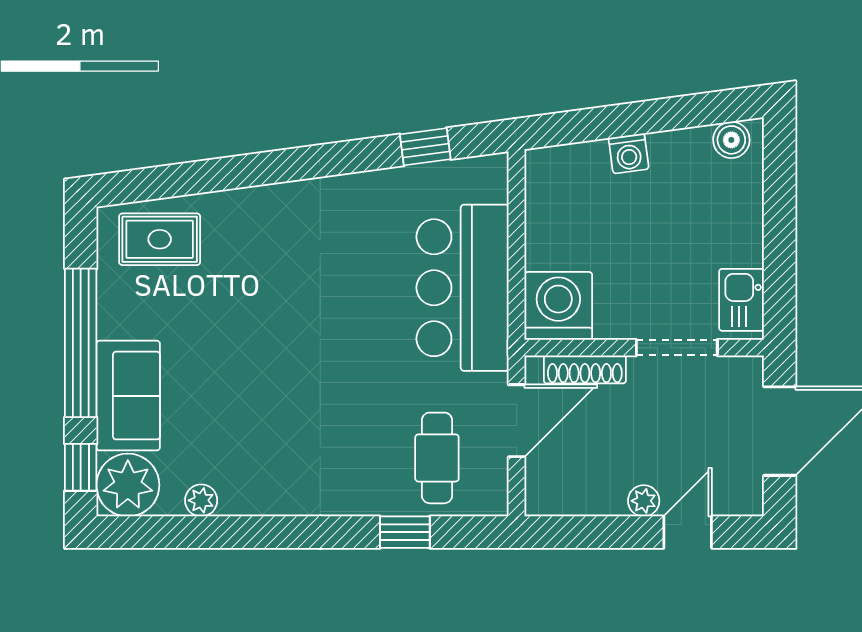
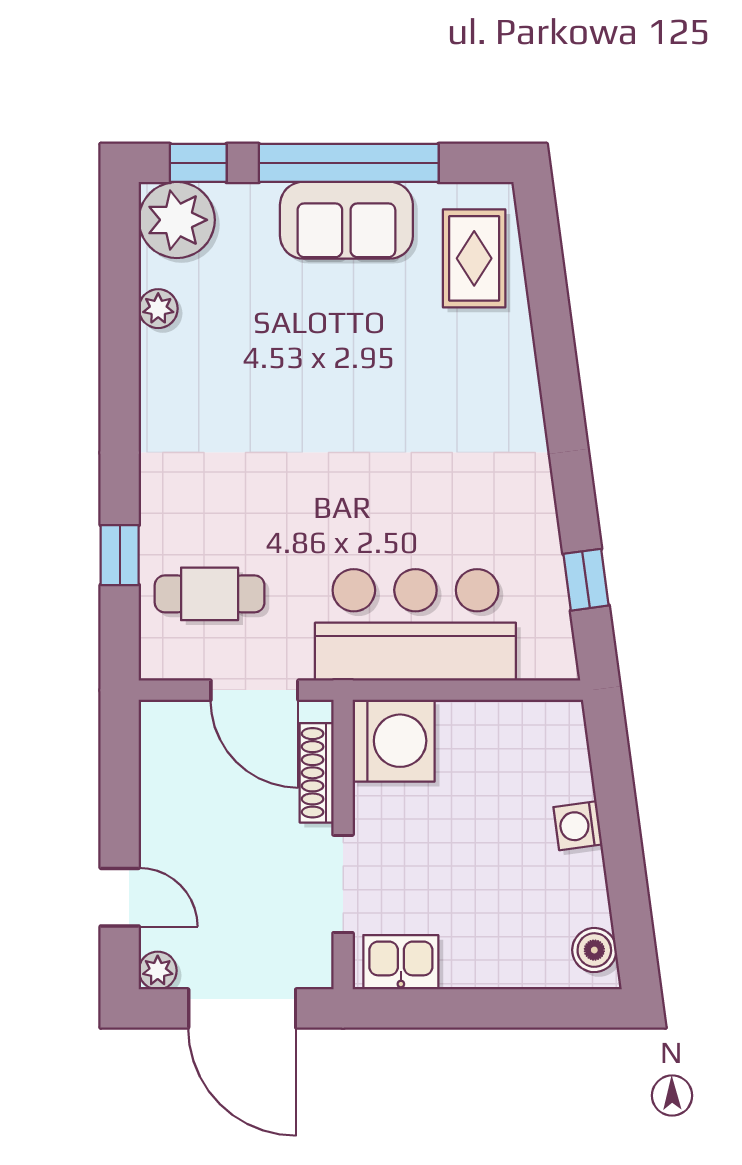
sofa: (128, 396) -> (346, 220), moved
plant: (644, 501) -> (158, 971), moved

